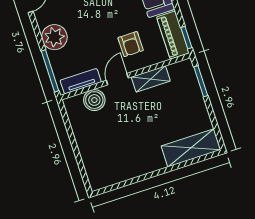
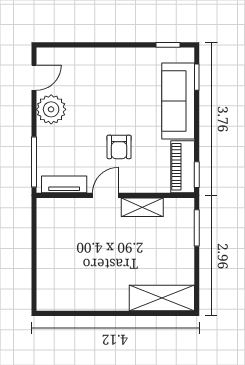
plant: (54, 37) -> (51, 109), moved
armchair: (131, 44) -> (119, 147), moved
boiler: (94, 100) -> (72, 210), removed

